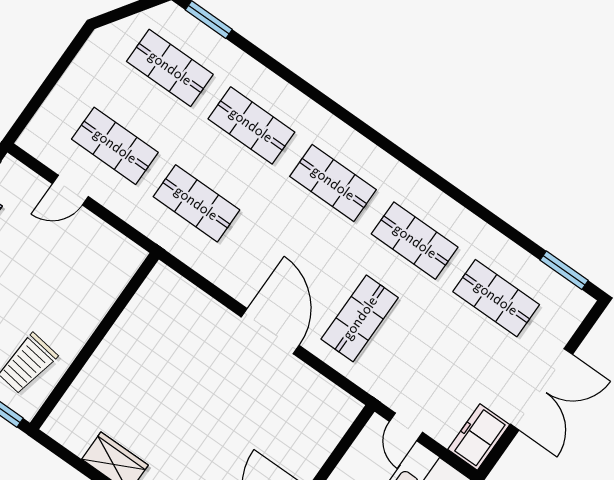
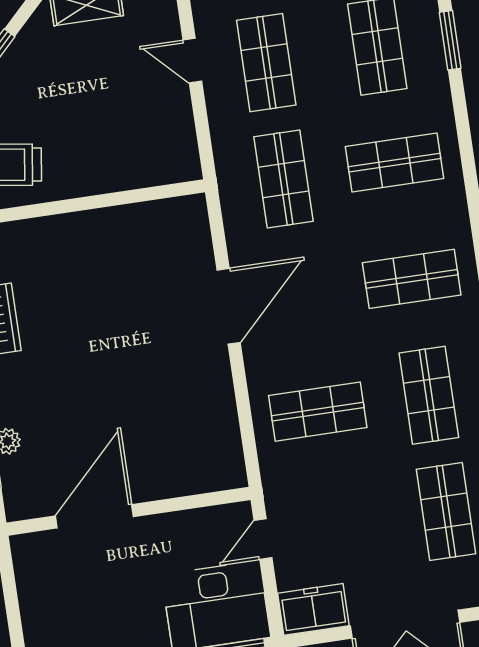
shop shelf: (251, 125) -> (395, 163), turned 90
shop shelf: (333, 183) -> (412, 279), turned 90
door: (270, 331) -> (229, 306), moved

